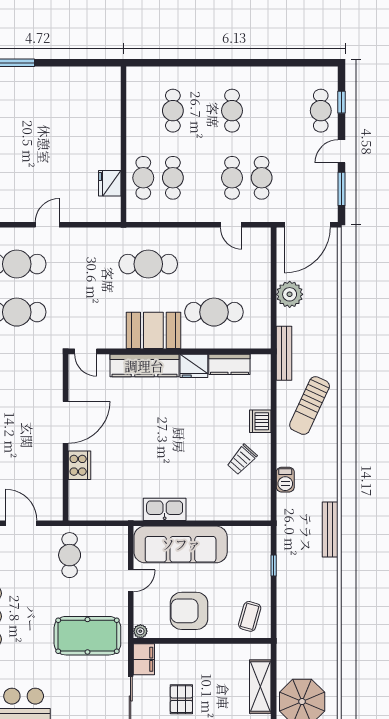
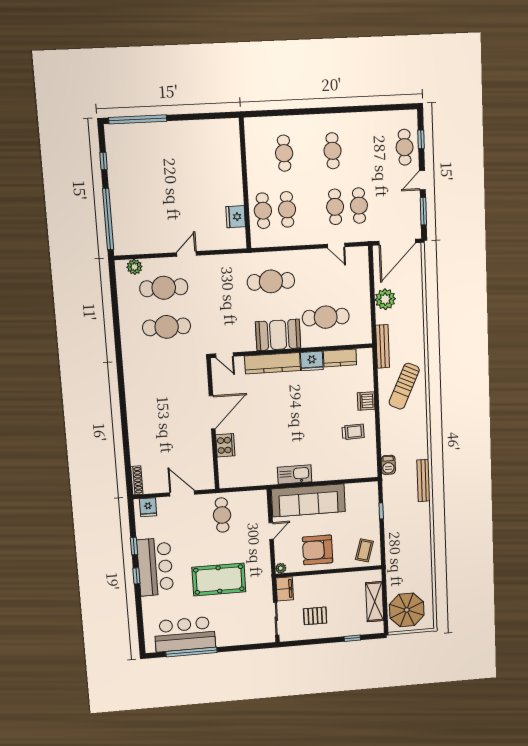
trolley: (242, 460) -> (353, 432), turned -134
barbecue: (285, 480) -> (388, 465), moved
pool table: (87, 636) -> (219, 579), moved
pallet: (181, 699) -> (315, 616), turned 90

